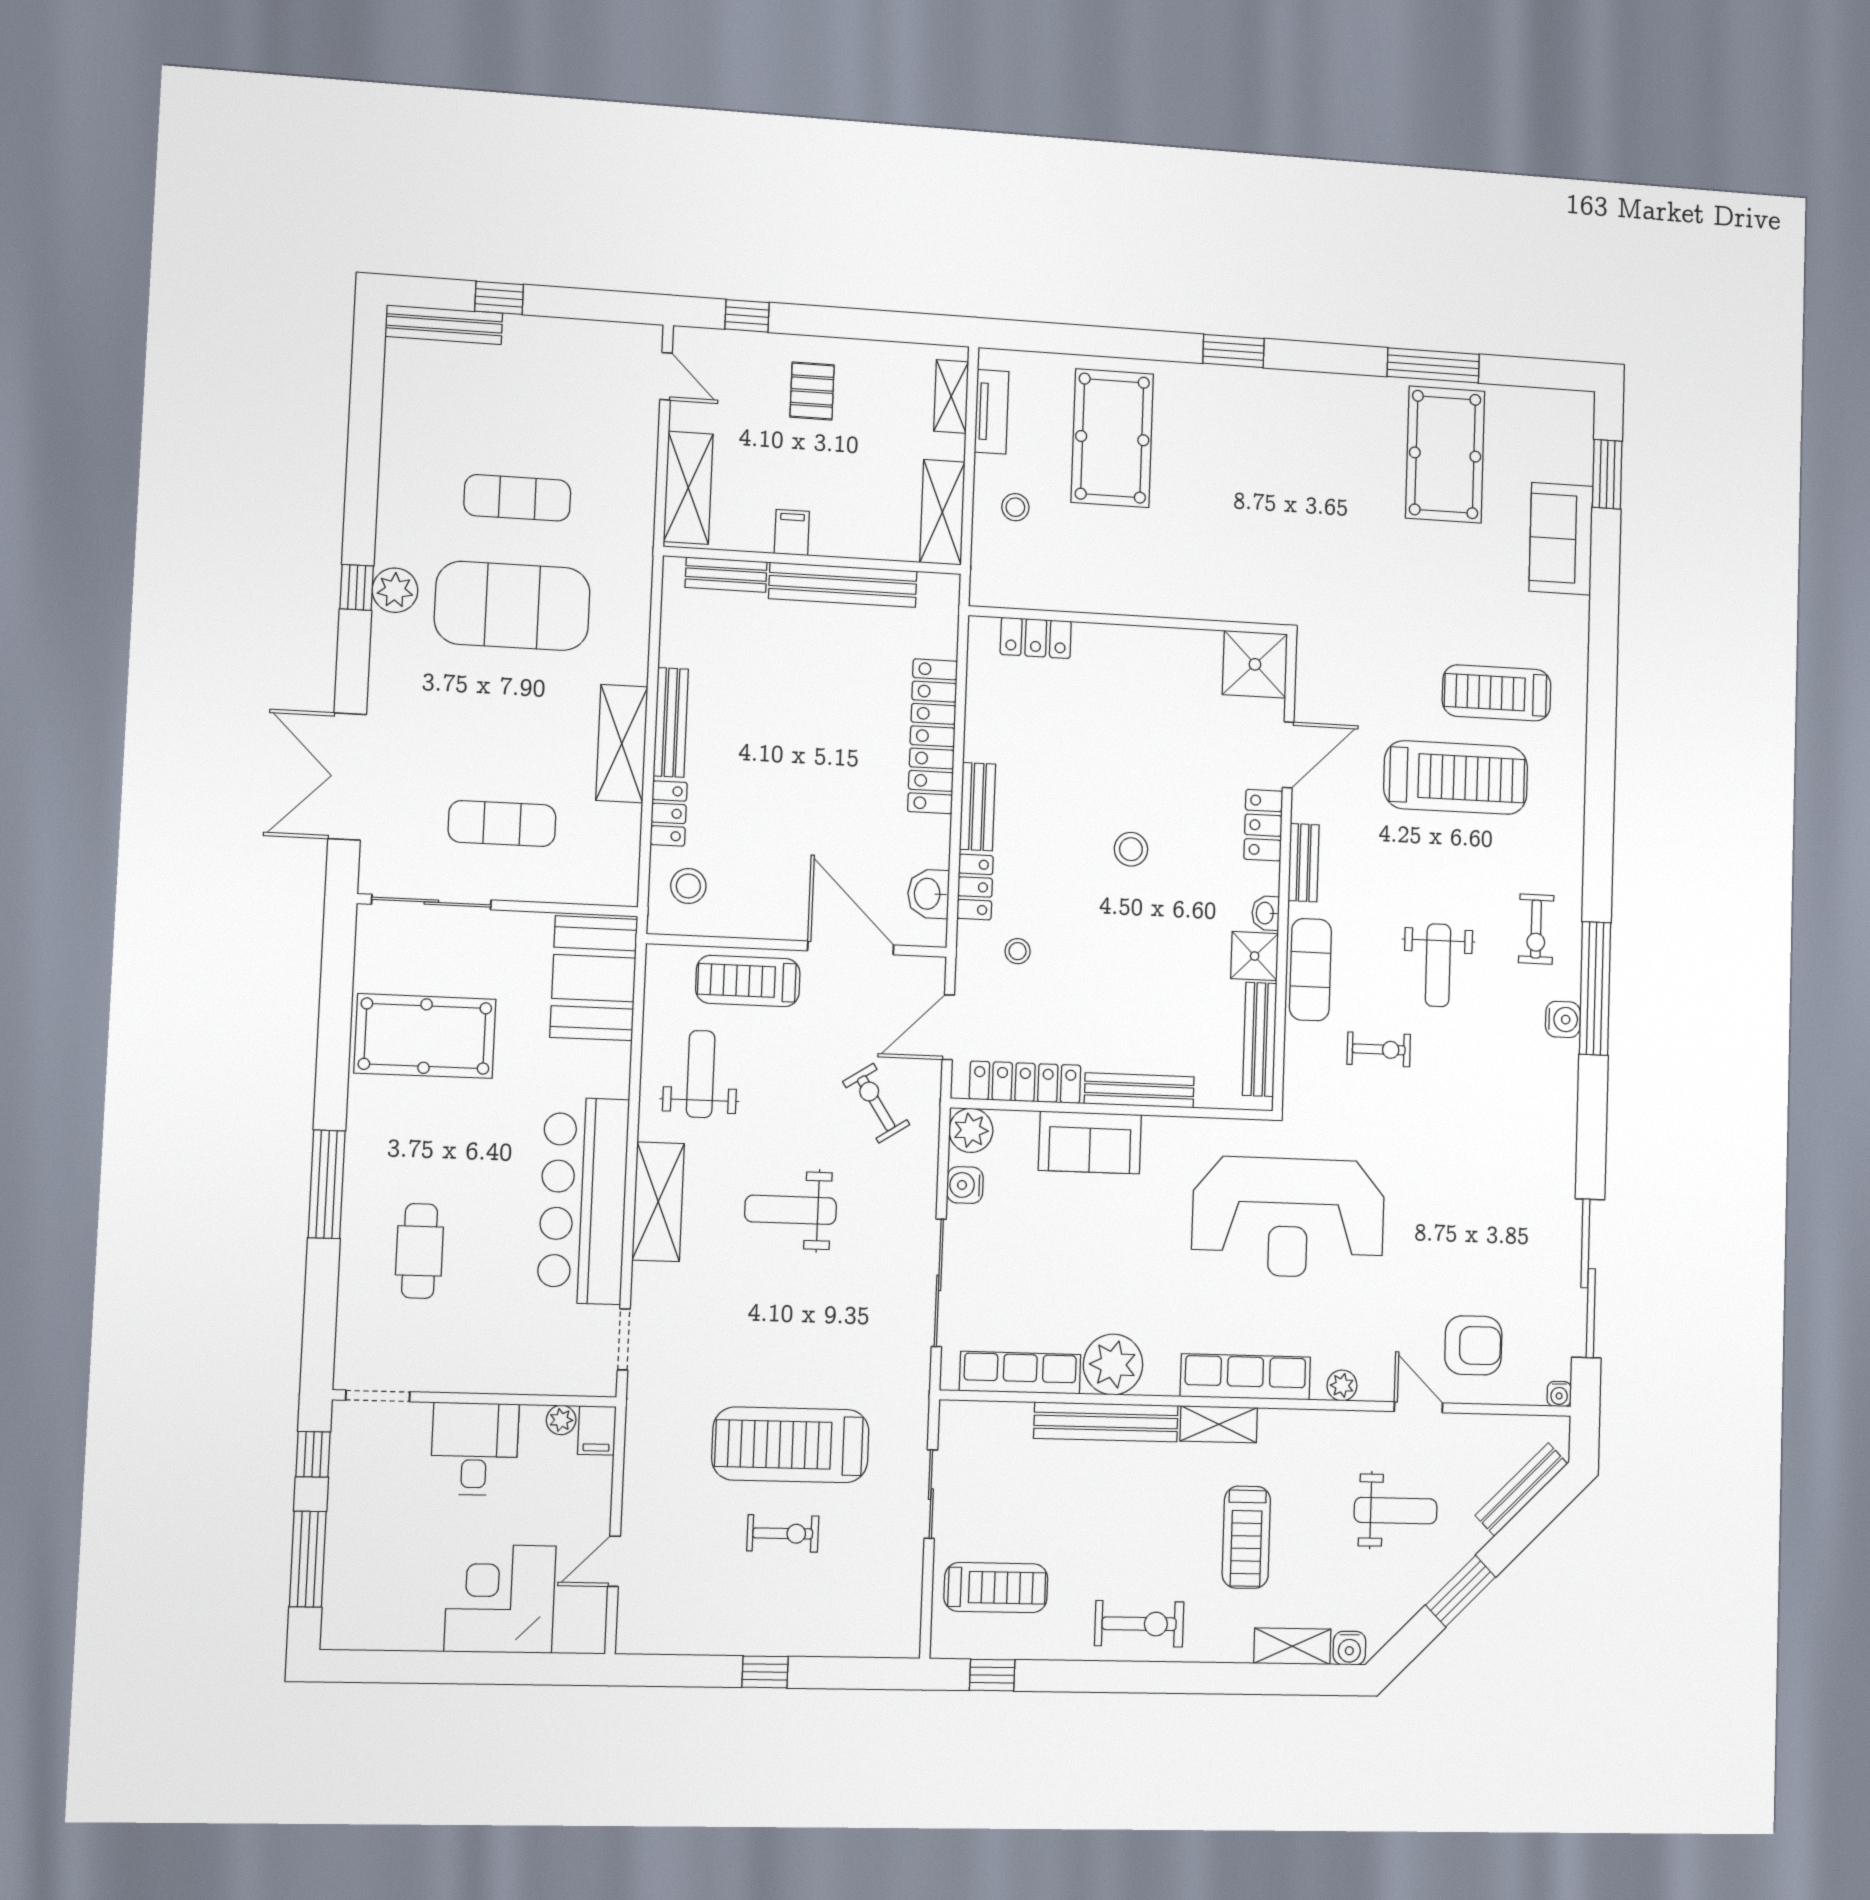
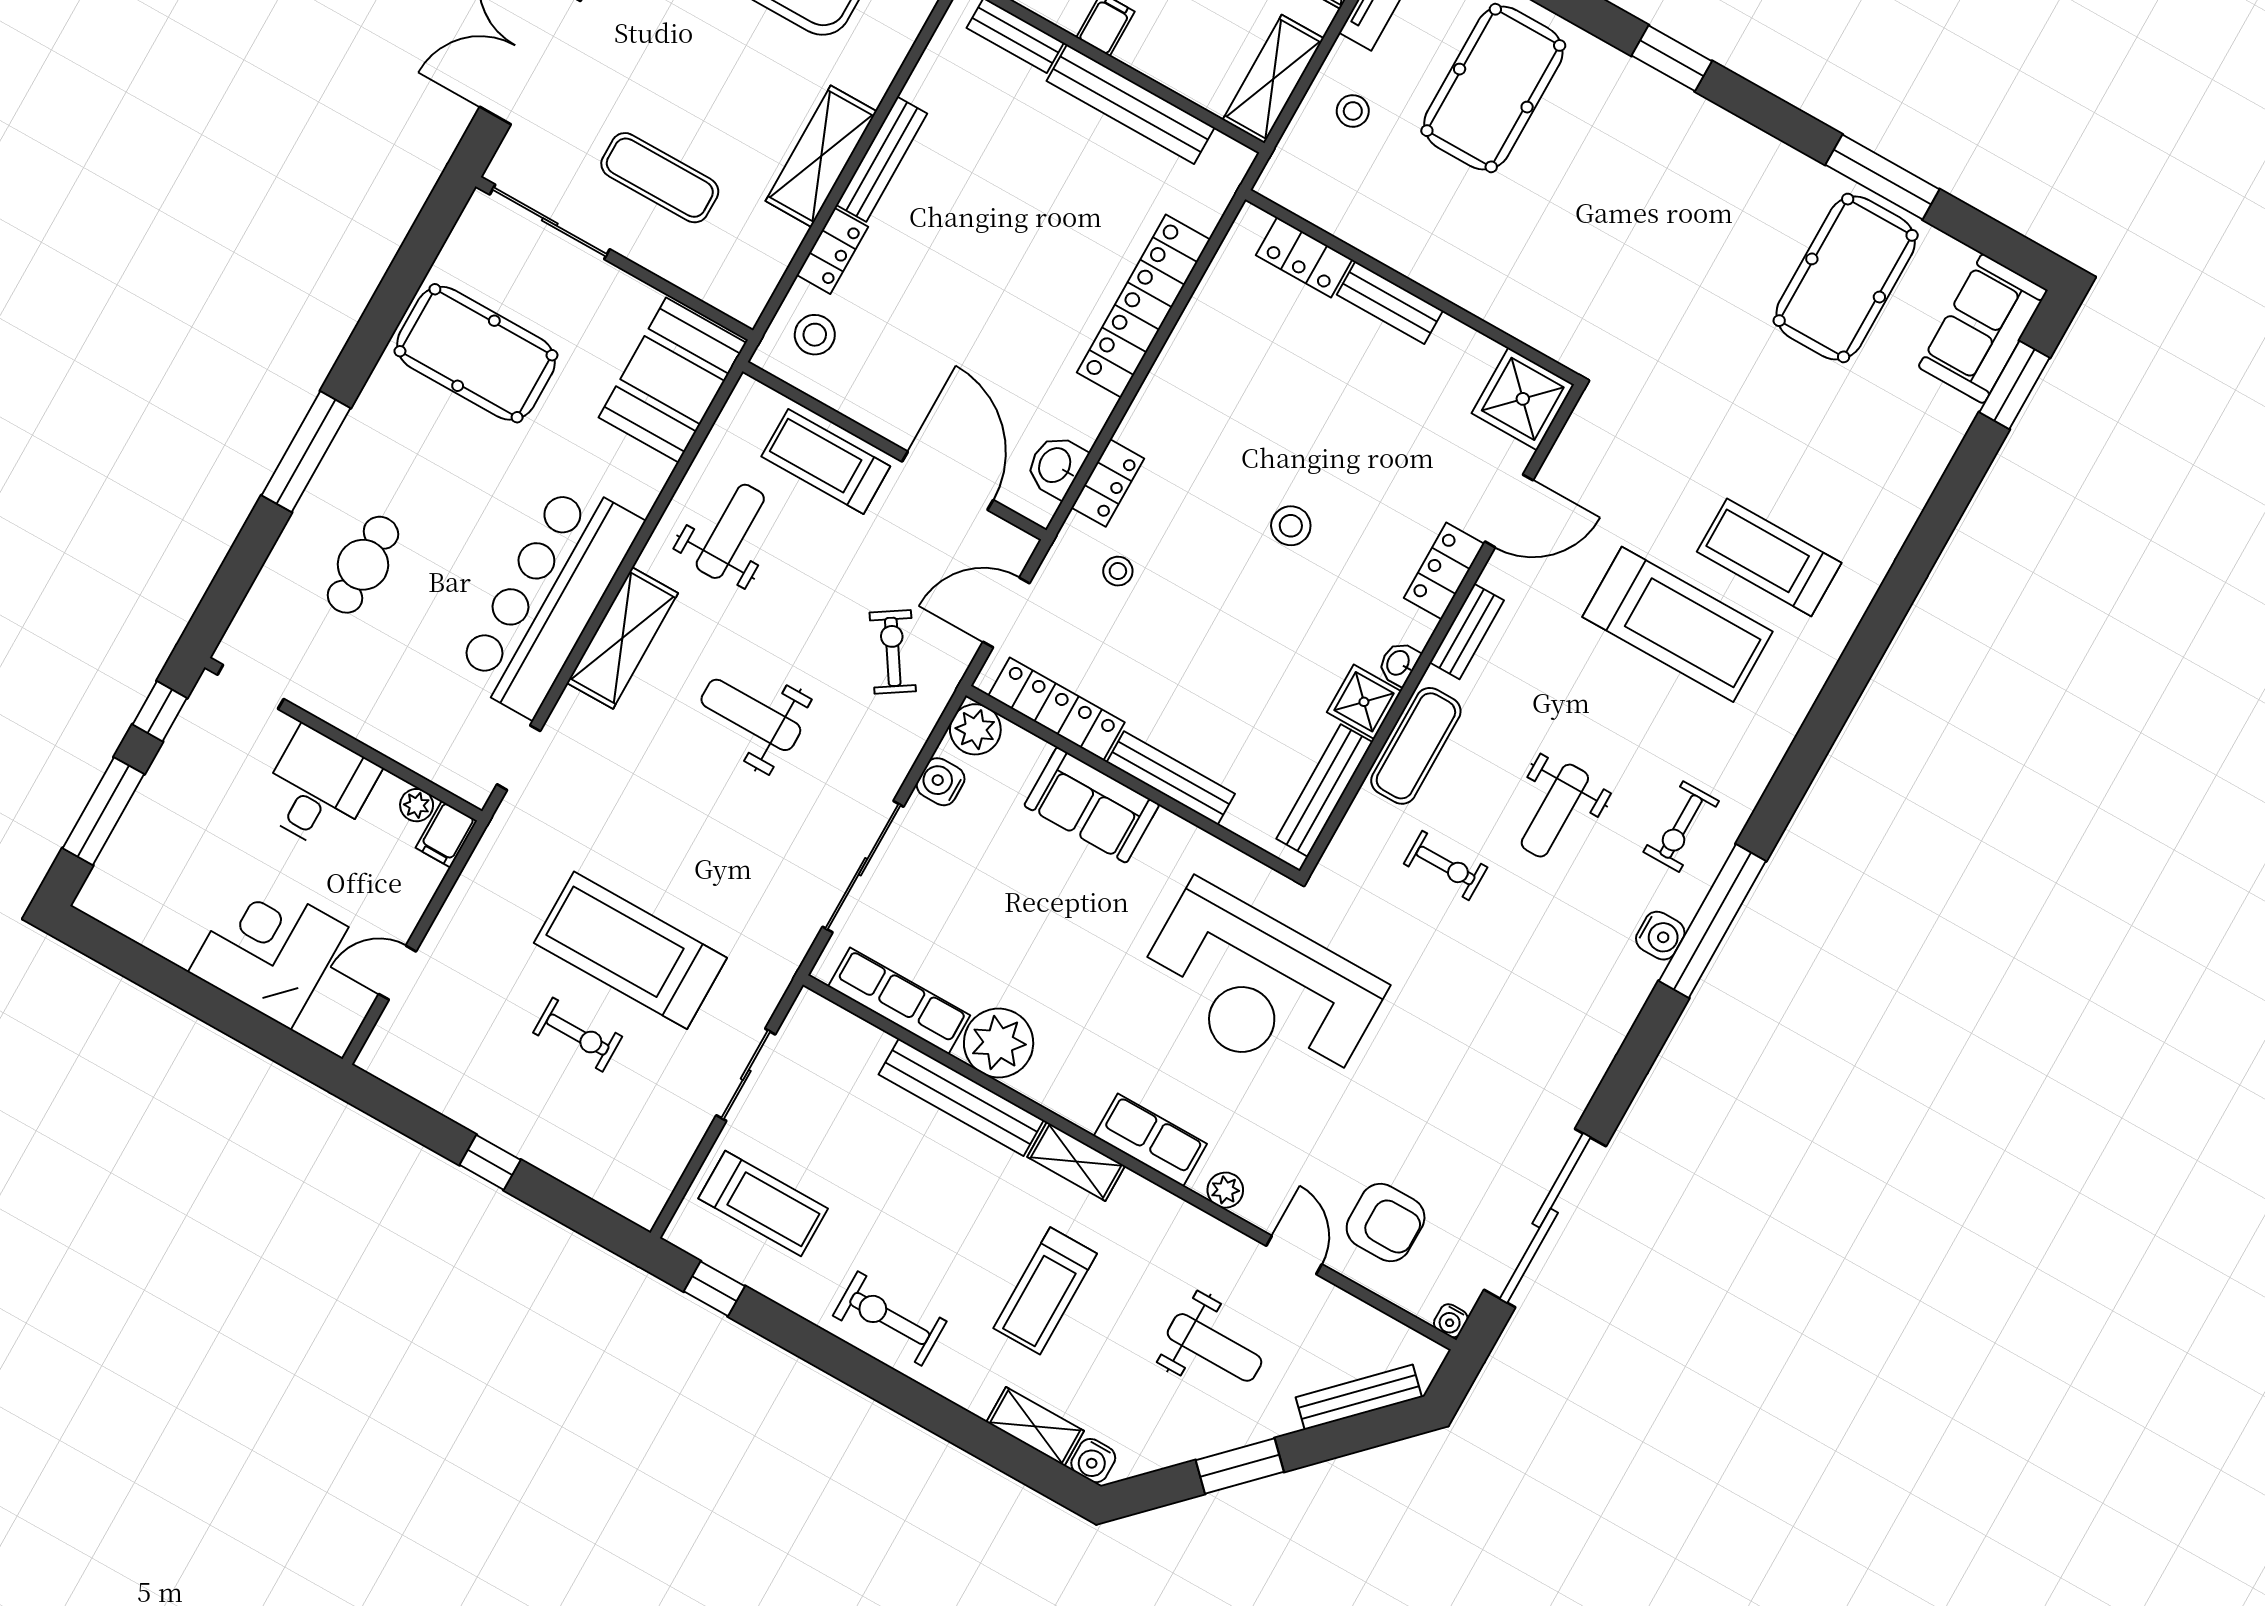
sofa: (1561, 539) -> (1983, 329), moved
bench: (978, 807) -> (1390, 303), moved, turned 90
row of seats: (1245, 1377) -> (1150, 1140), width x0.68
exercise bike: (1139, 1624) -> (890, 1318), turned 180

